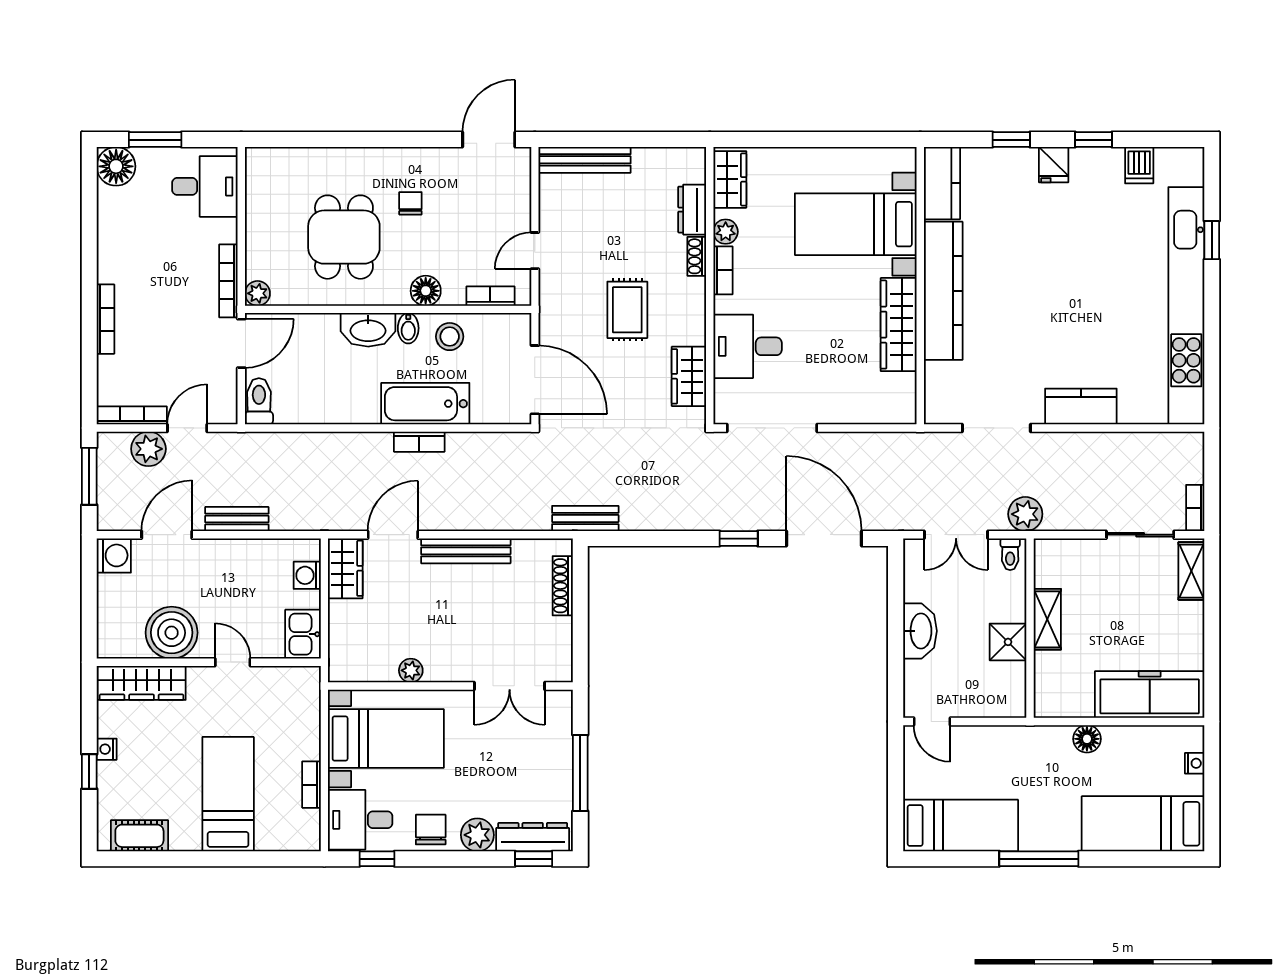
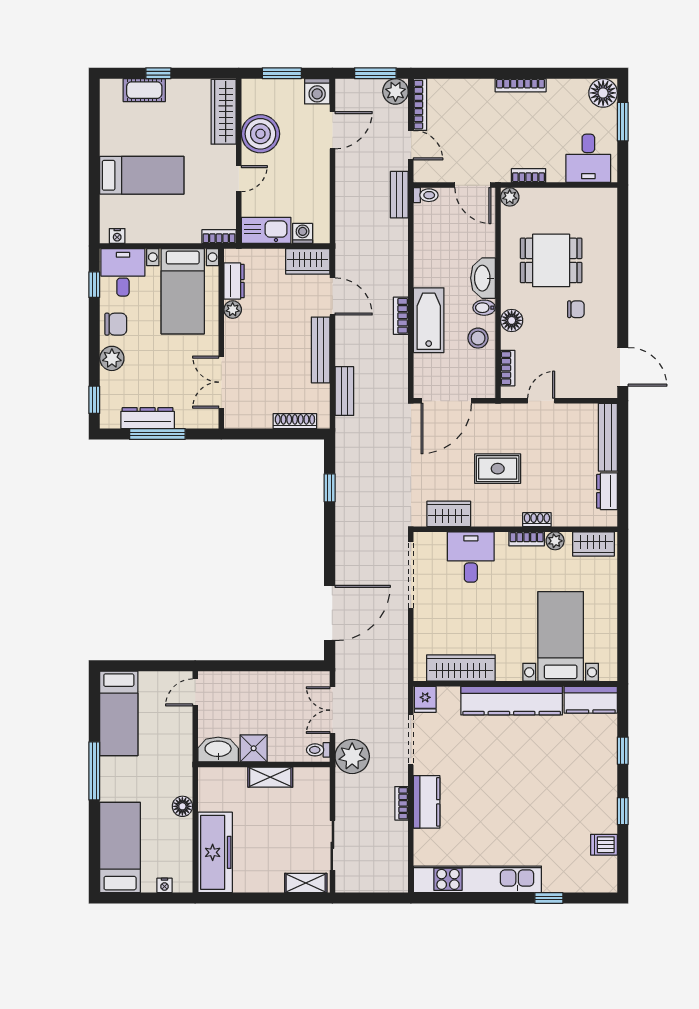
fridge: (1054, 165) -> (425, 699), moved, turned -90
dresser: (692, 210) -> (607, 491), moved, turned -90
door: (535, 251) -> (541, 401), hinge flipped
bookcase: (228, 281) -> (529, 176), width x0.64
kitchen unit: (1186, 306) -> (477, 879), width x0.73
bookcase: (105, 319) -> (521, 85), moved
wardrobe: (899, 325) -> (461, 668), moved
toilet: (259, 401) -> (426, 195), width x0.73, depth x0.72
plant: (148, 449) -> (395, 91), moved
bookcase: (1195, 508) -> (401, 803), moved, turned -90
plant: (1025, 514) -> (352, 756), width x1.36, depth x1.36
bench: (585, 518) -> (344, 391), moved
bench: (237, 519) -> (399, 195), moved
door: (167, 535) -> (332, 130), hinge flipped
window: (739, 539) -> (330, 488), moved
window: (89, 604) -> (282, 73), added
washbasin: (920, 631) -> (218, 749), moved, turned 180
kitchen sink: (303, 634) -> (266, 230), width x1.38
dresser: (372, 669) -> (234, 281), added
nightstand: (107, 749) -> (117, 236), moved, turned 180
bookcase: (311, 785) -> (219, 237), moved
cot: (139, 836) -> (144, 90), moved, turned 90
dresser: (533, 837) -> (148, 418), moved, turned -90

